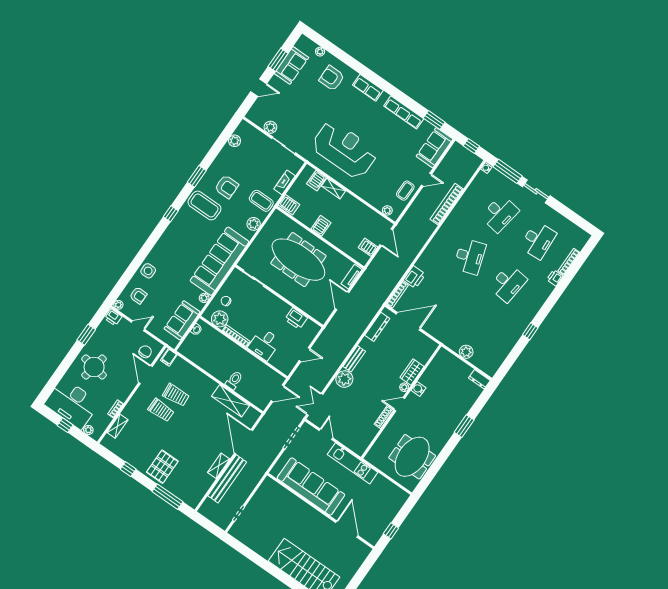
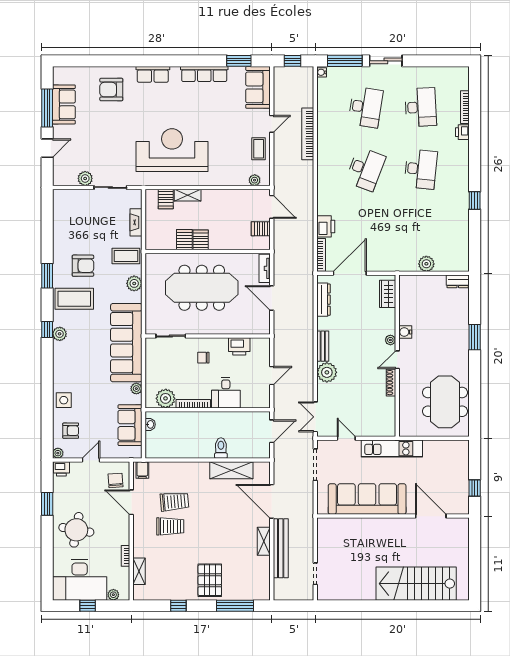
plant: (320, 52) -> (82, 72), removed
window: (278, 60) -> (47, 108), width x1.44
plant: (234, 141) -> (60, 334), moved
server rack: (289, 205) -> (184, 240), moved, turned -90
desk: (470, 257) -> (365, 169), turned 39
chair: (226, 301) -> (203, 358), moved
wardrobe: (412, 372) -> (388, 294), moved

